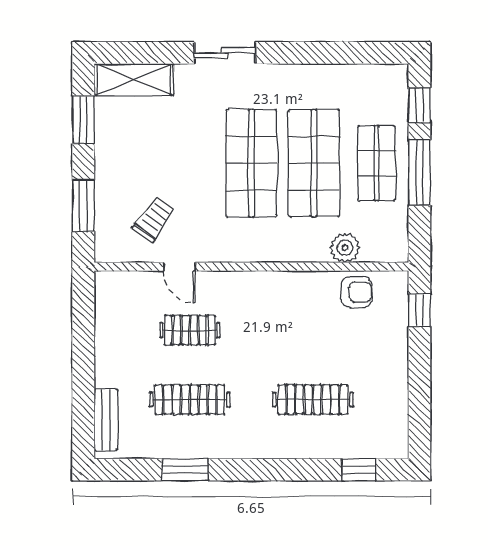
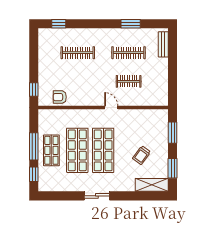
sliding door: (225, 53) -> (97, 196), moved
trolley: (154, 219) -> (142, 155), moved
plant: (345, 248) -> (65, 115), removed
door: (179, 267) -> (111, 108), moved

